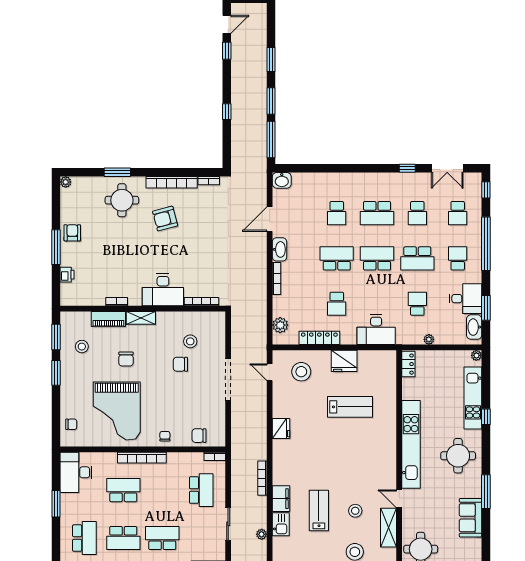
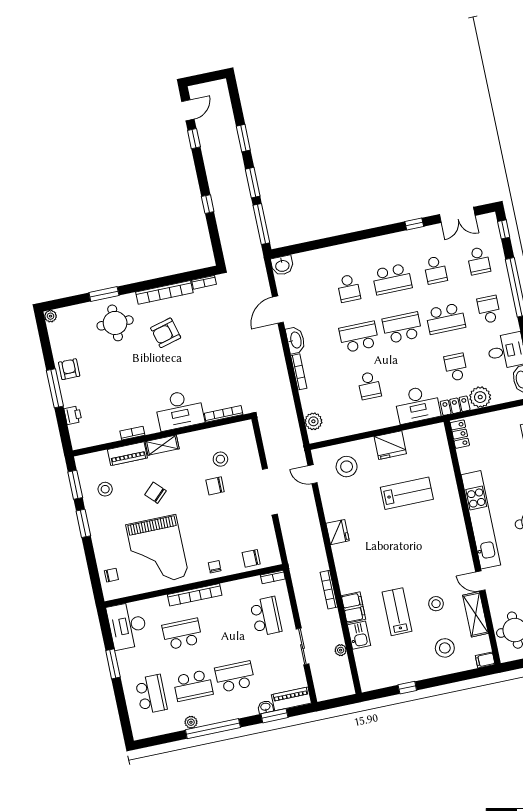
locker: (319, 338) -> (455, 406), moved, width x0.66
plant: (429, 339) -> (480, 397), width x1.88, depth x1.88
chair: (126, 359) -> (155, 493), turned 136

